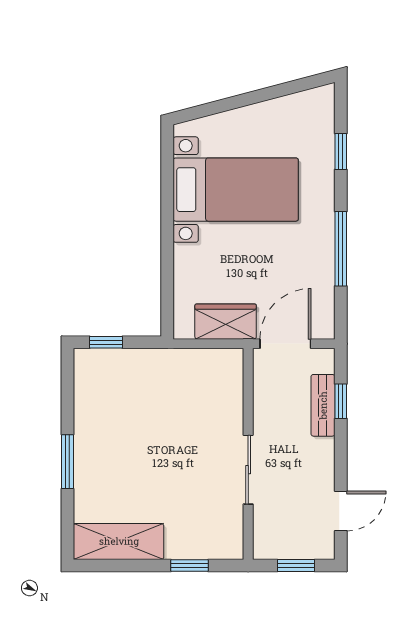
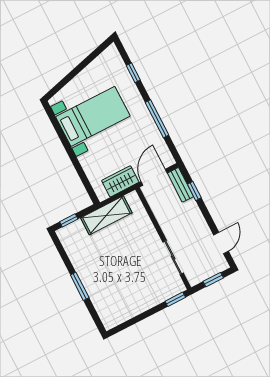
bench: (323, 405) -> (180, 185), moved
sliding door: (248, 470) -> (173, 258), moved
shelving: (119, 541) -> (106, 215), moved
window: (189, 565) -> (175, 299), moved

